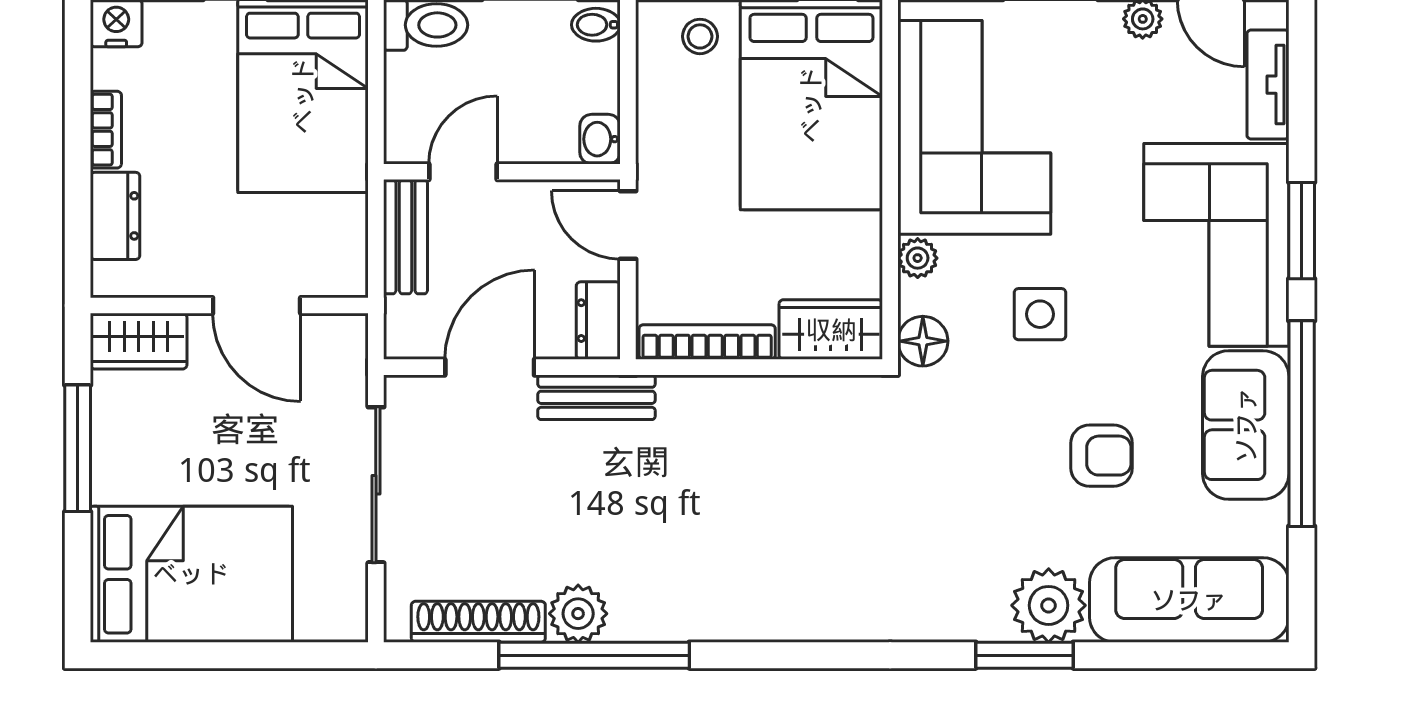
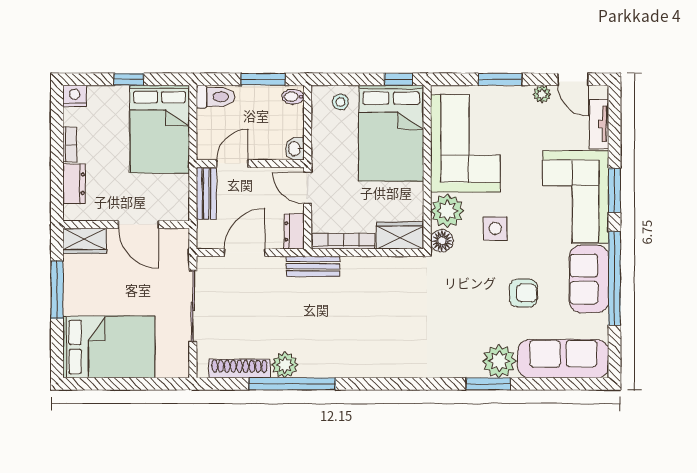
plant: (918, 258) -> (447, 211), width x1.87, depth x1.87
bench: (596, 397) -> (313, 266), moved

